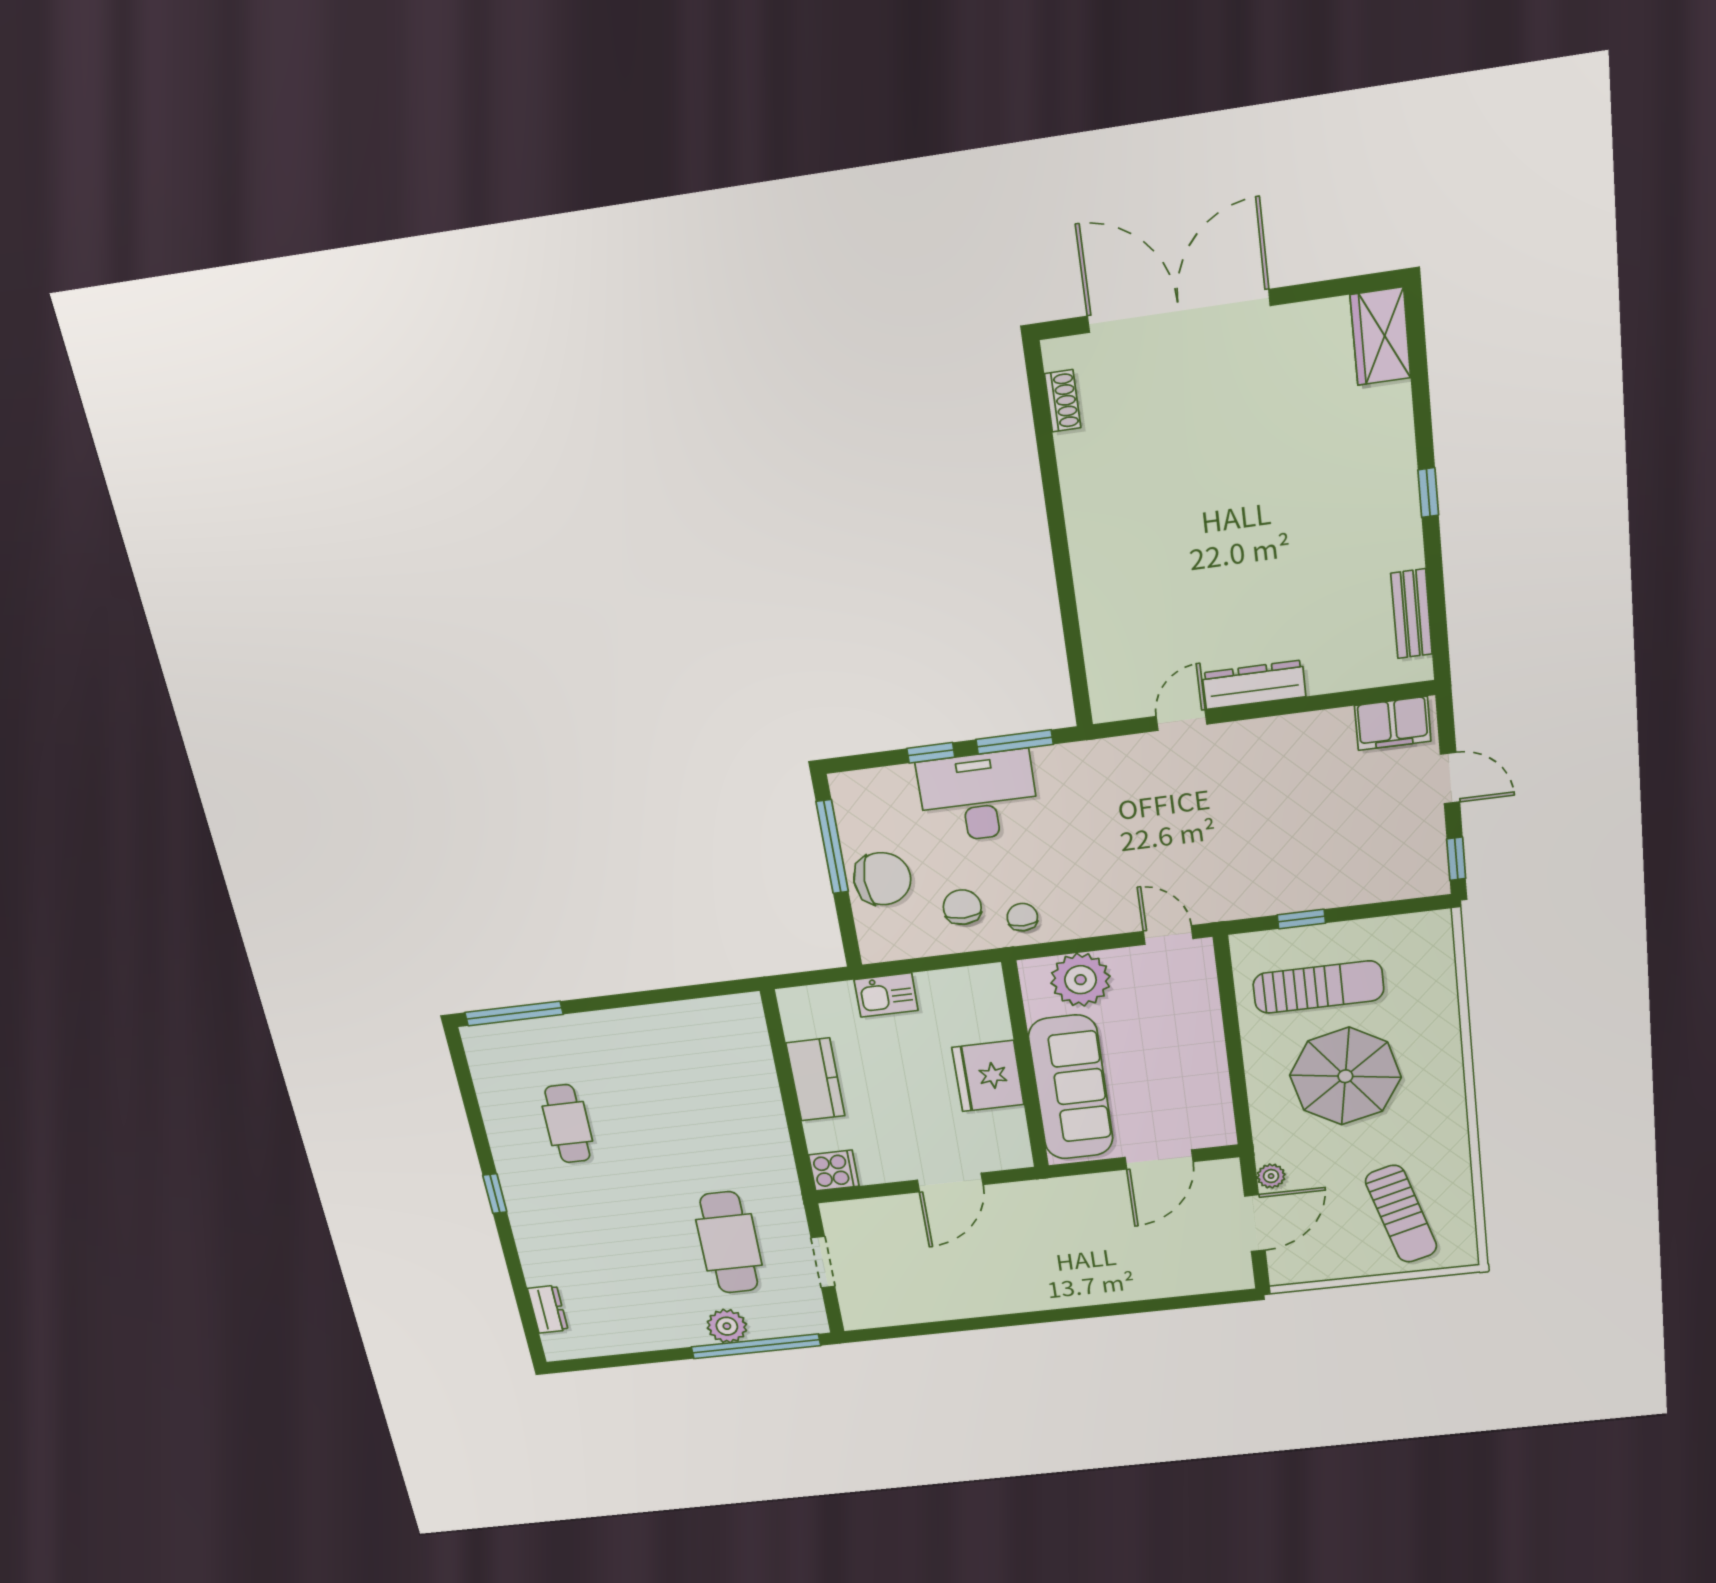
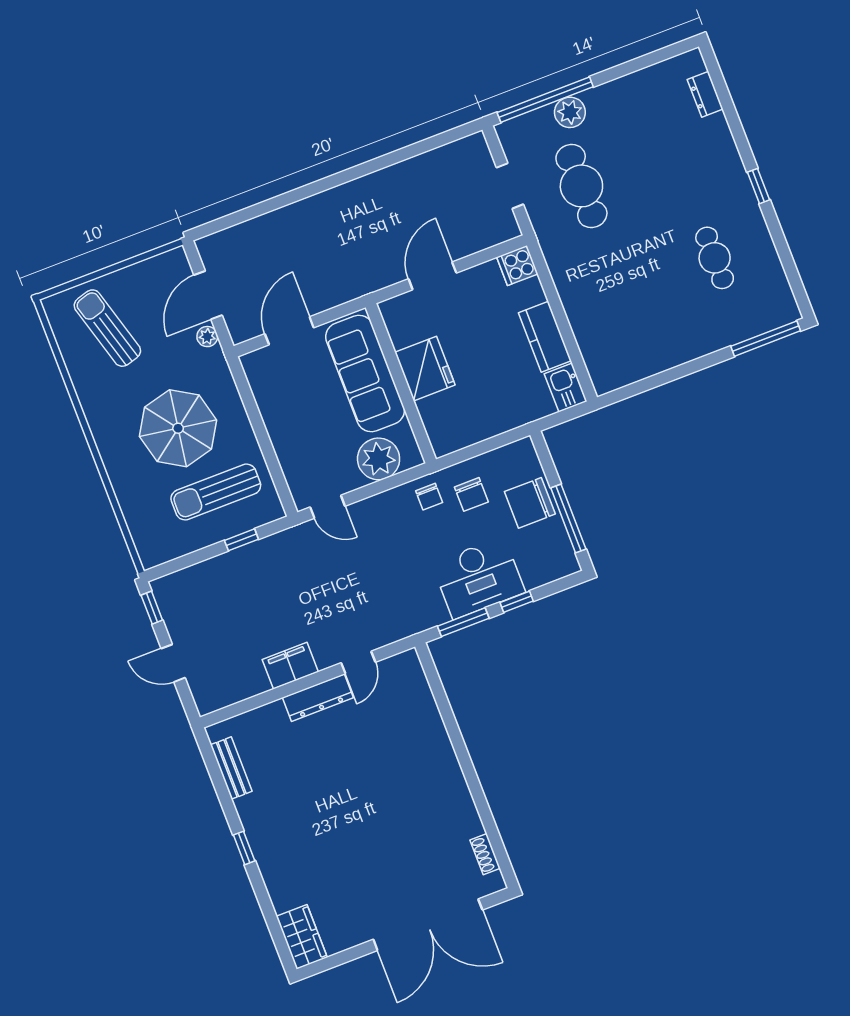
filing cabinet: (1393, 723) -> (290, 666), moved
kitchen sink: (886, 995) -> (566, 388), moved, turned -90

